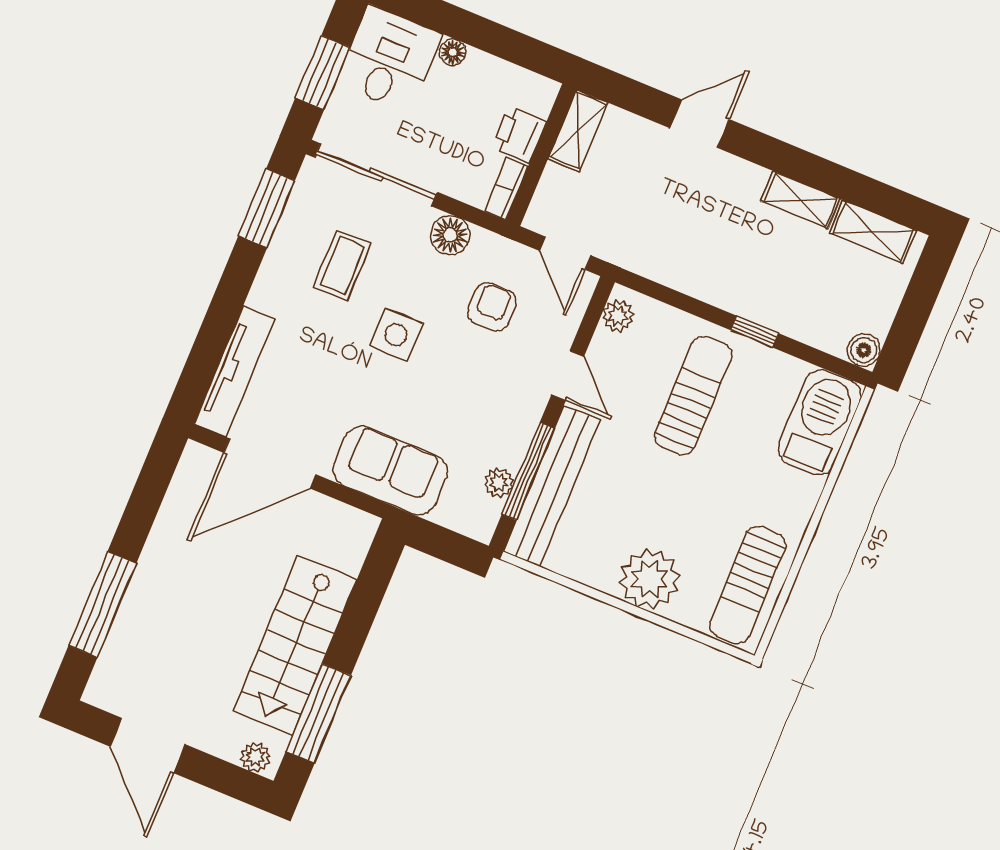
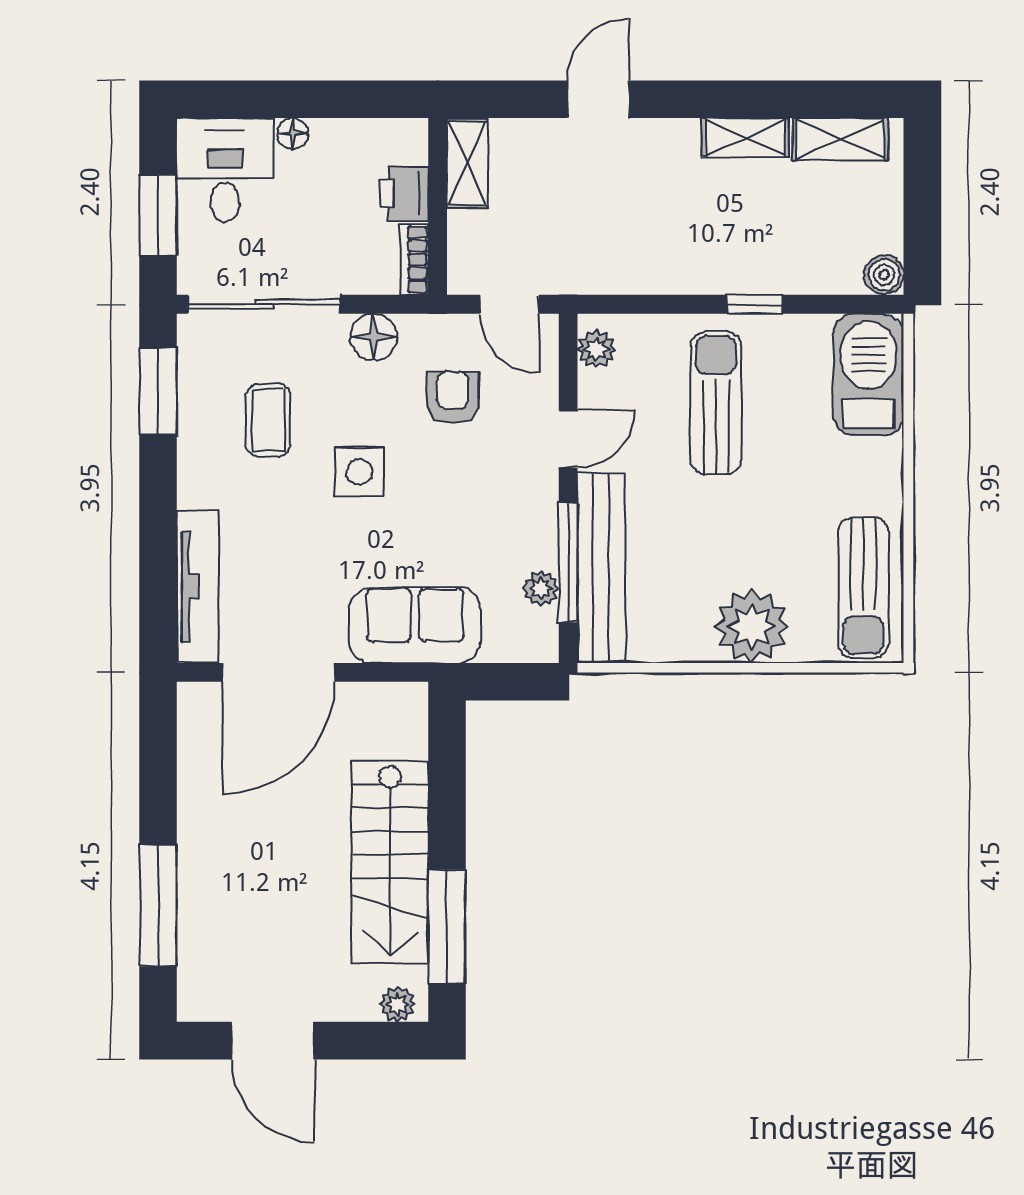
door: (568, 376) -> (568, 439), hinge flipped

